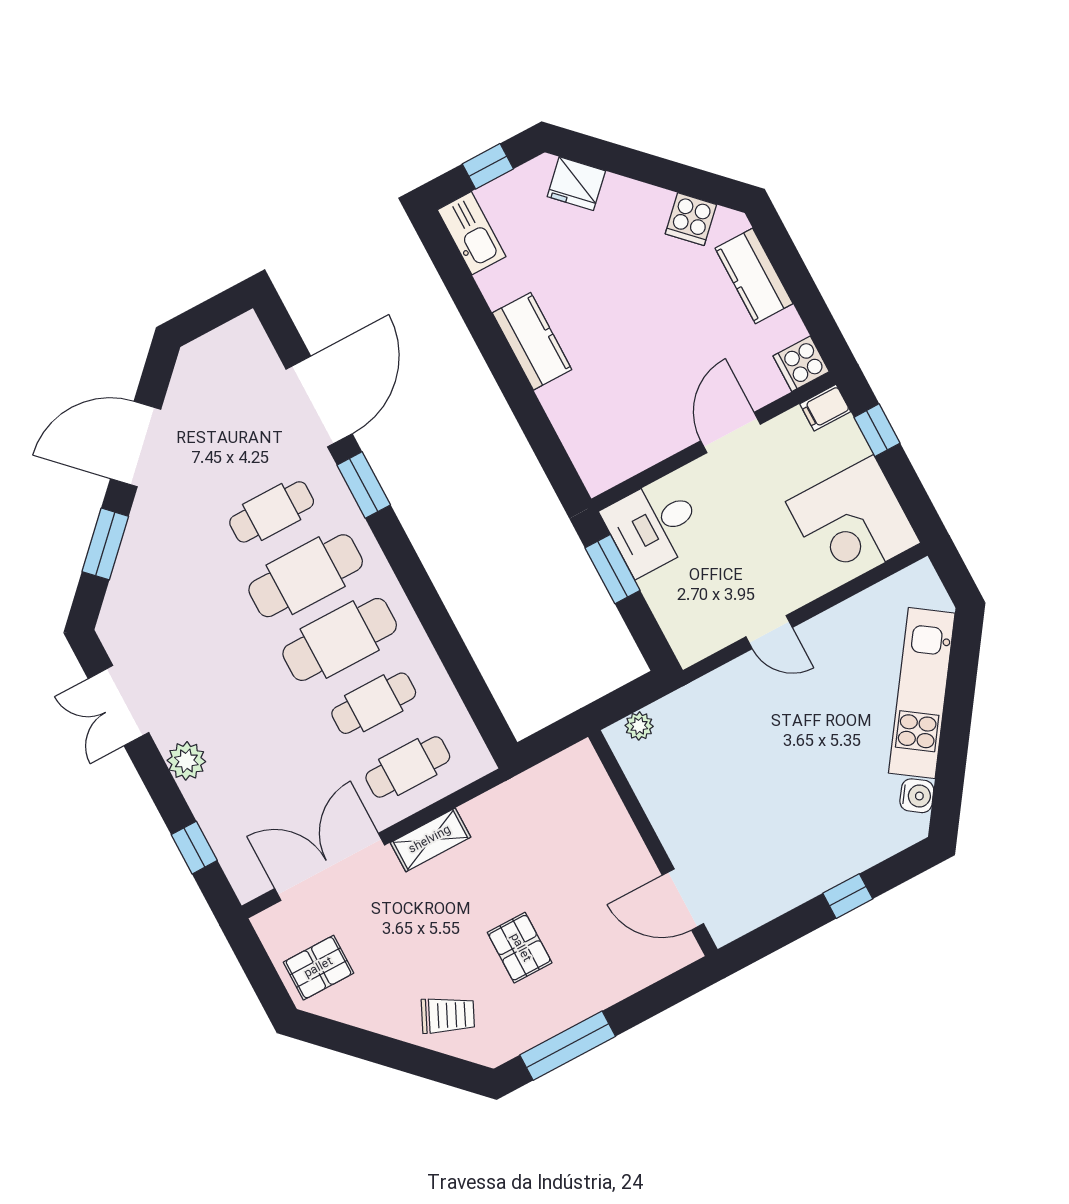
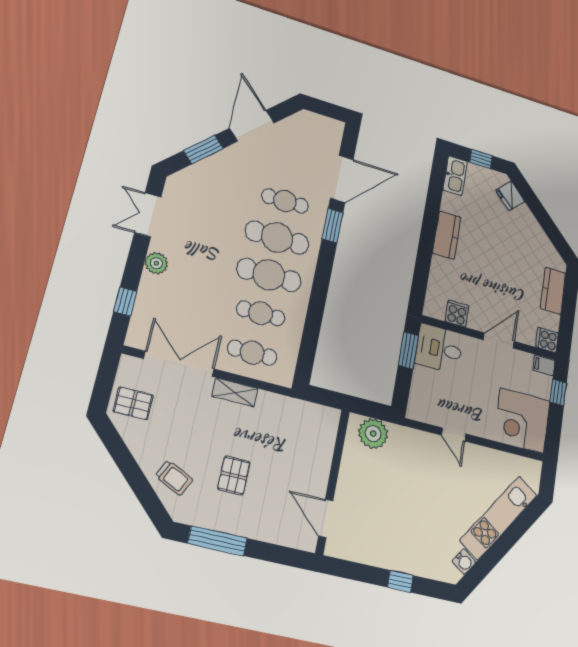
cooker: (691, 219) -> (457, 314), moved, turned 135
door: (136, 444) -> (252, 126), hinge flipped
plant: (639, 726) -> (373, 434), width x1.87, depth x1.87

